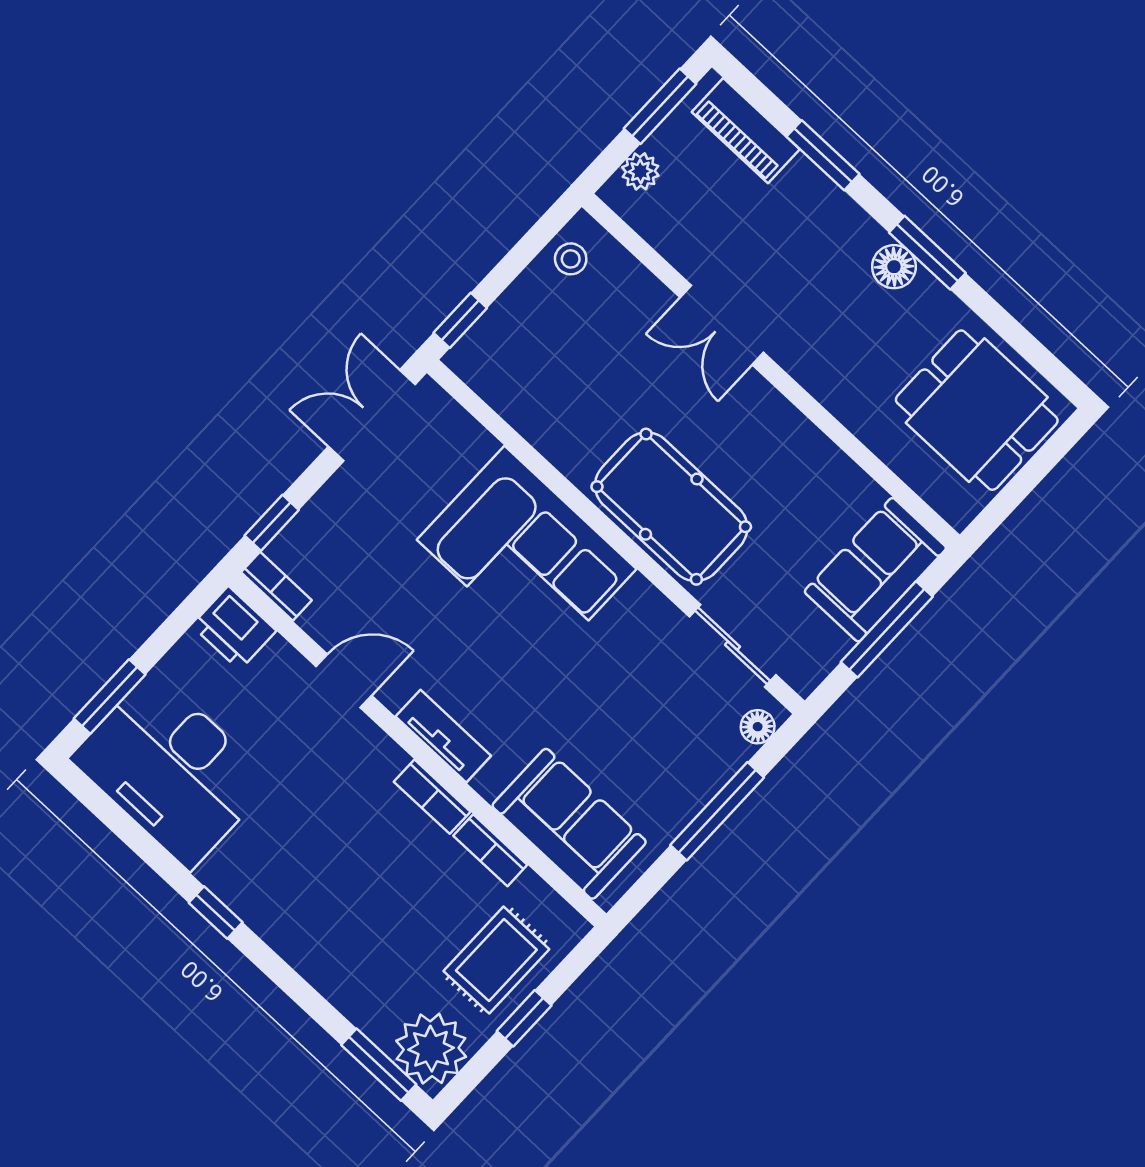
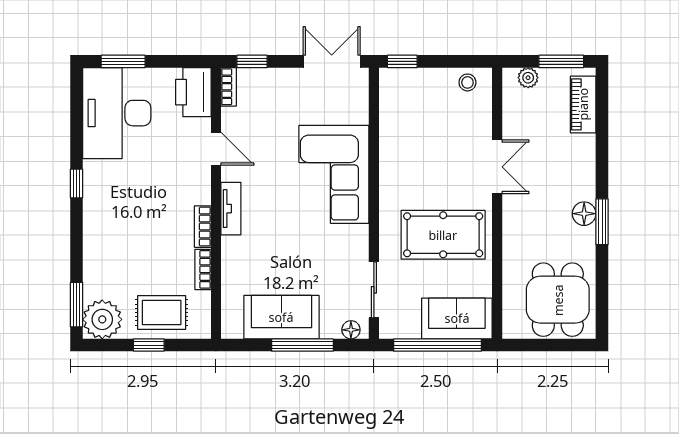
window: (823, 155) -> (602, 144), removed
double door: (722, 325) -> (497, 167), swing flipped
pool table: (671, 507) -> (443, 235), moved, turned 90
printer: (234, 628) -> (193, 92), width x1.37, depth x1.19
window: (887, 629) -> (437, 345), width x1.46
sofa: (569, 824) -> (281, 317), moved, turned -90

